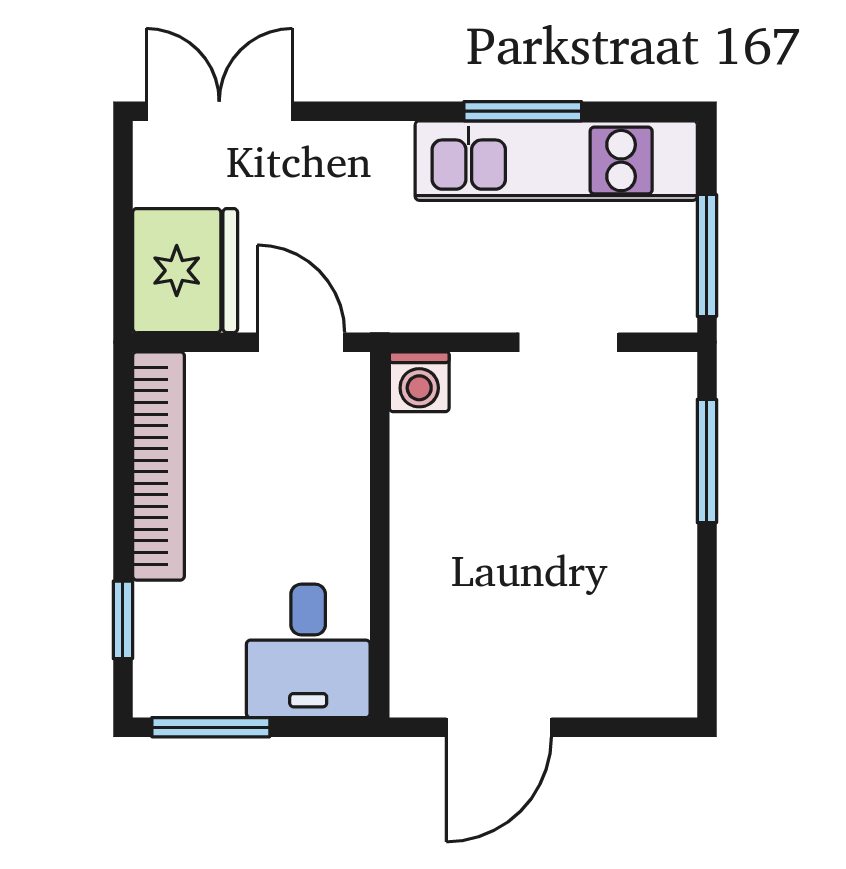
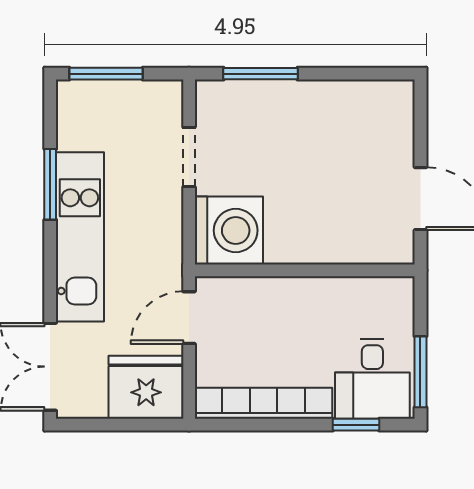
kitchen unit: (556, 161) -> (80, 237), moved
window: (707, 255) -> (106, 74), moved
washing machine: (419, 382) -> (229, 230), width x1.89, depth x1.89
desk: (308, 651) -> (372, 379), moved, turned 90

